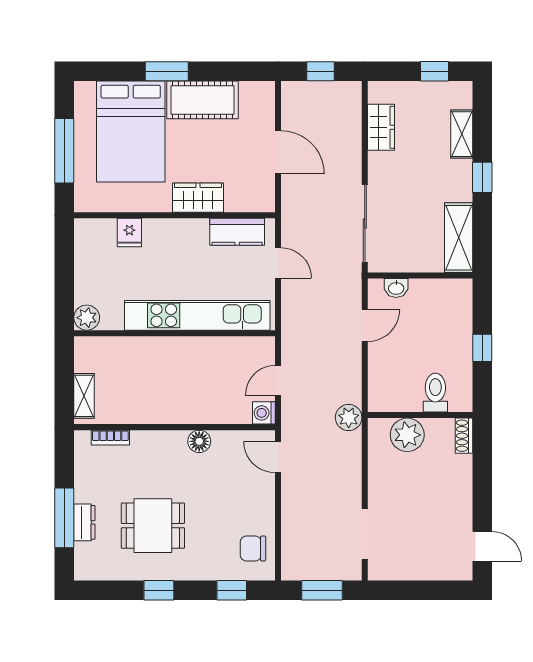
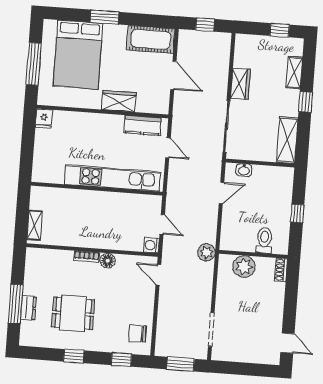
cot: (202, 100) -> (151, 39), moved
wardrobe: (381, 127) -> (240, 84), moved
fridge: (129, 233) -> (44, 118), moved
plant: (87, 318) -> (40, 174), removed
door: (278, 380) -> (162, 225), swing flipped
bookcase: (110, 438) -> (87, 257), moved

